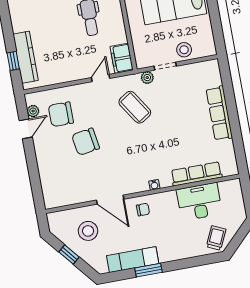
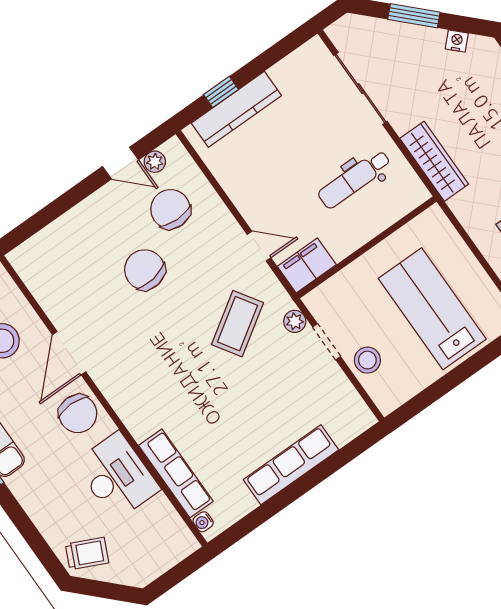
water cooler: (154, 185) -> (203, 522), moved
desk: (199, 202) -> (117, 476), moved
chair: (143, 210) -> (78, 414), width x1.87, depth x1.87

